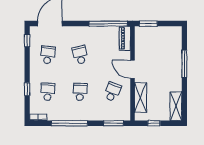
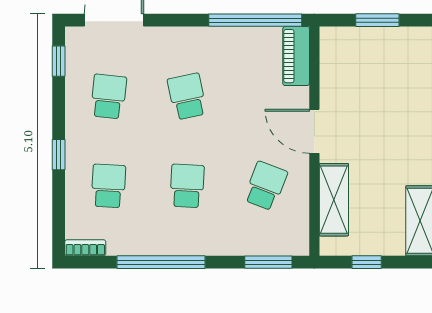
window: (148, 24) -> (377, 20), moved
window: (27, 89) -> (59, 155), moved

